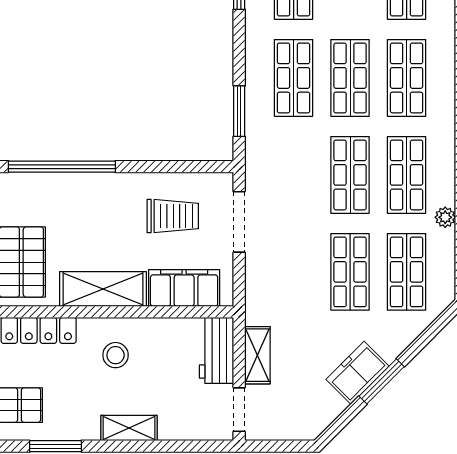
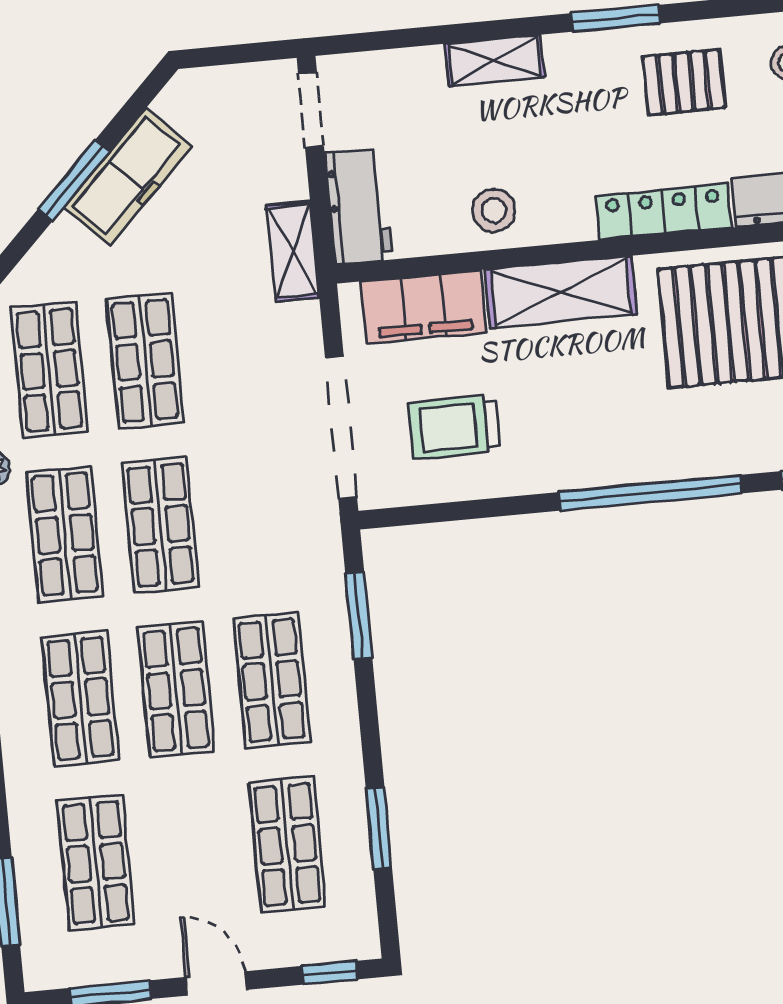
doorway: (239, 222) -> (341, 428), width x1.36
stool: (116, 355) -> (494, 210), moved
shelving: (257, 355) -> (293, 251), moved
freezer: (358, 373) -> (128, 177), width x1.40

